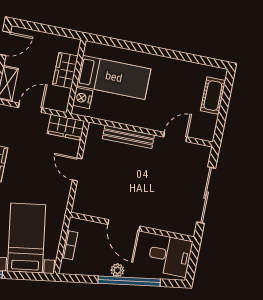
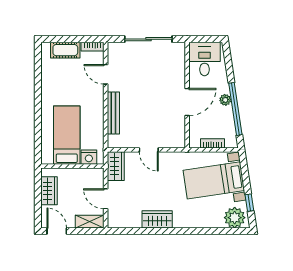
wardrobe: (65, 70) -> (49, 191), moved, turned -90
bookcase: (211, 128) -> (92, 47), added
door: (77, 169) -> (149, 150), hinge flipped
window: (129, 281) -> (235, 109), moved

